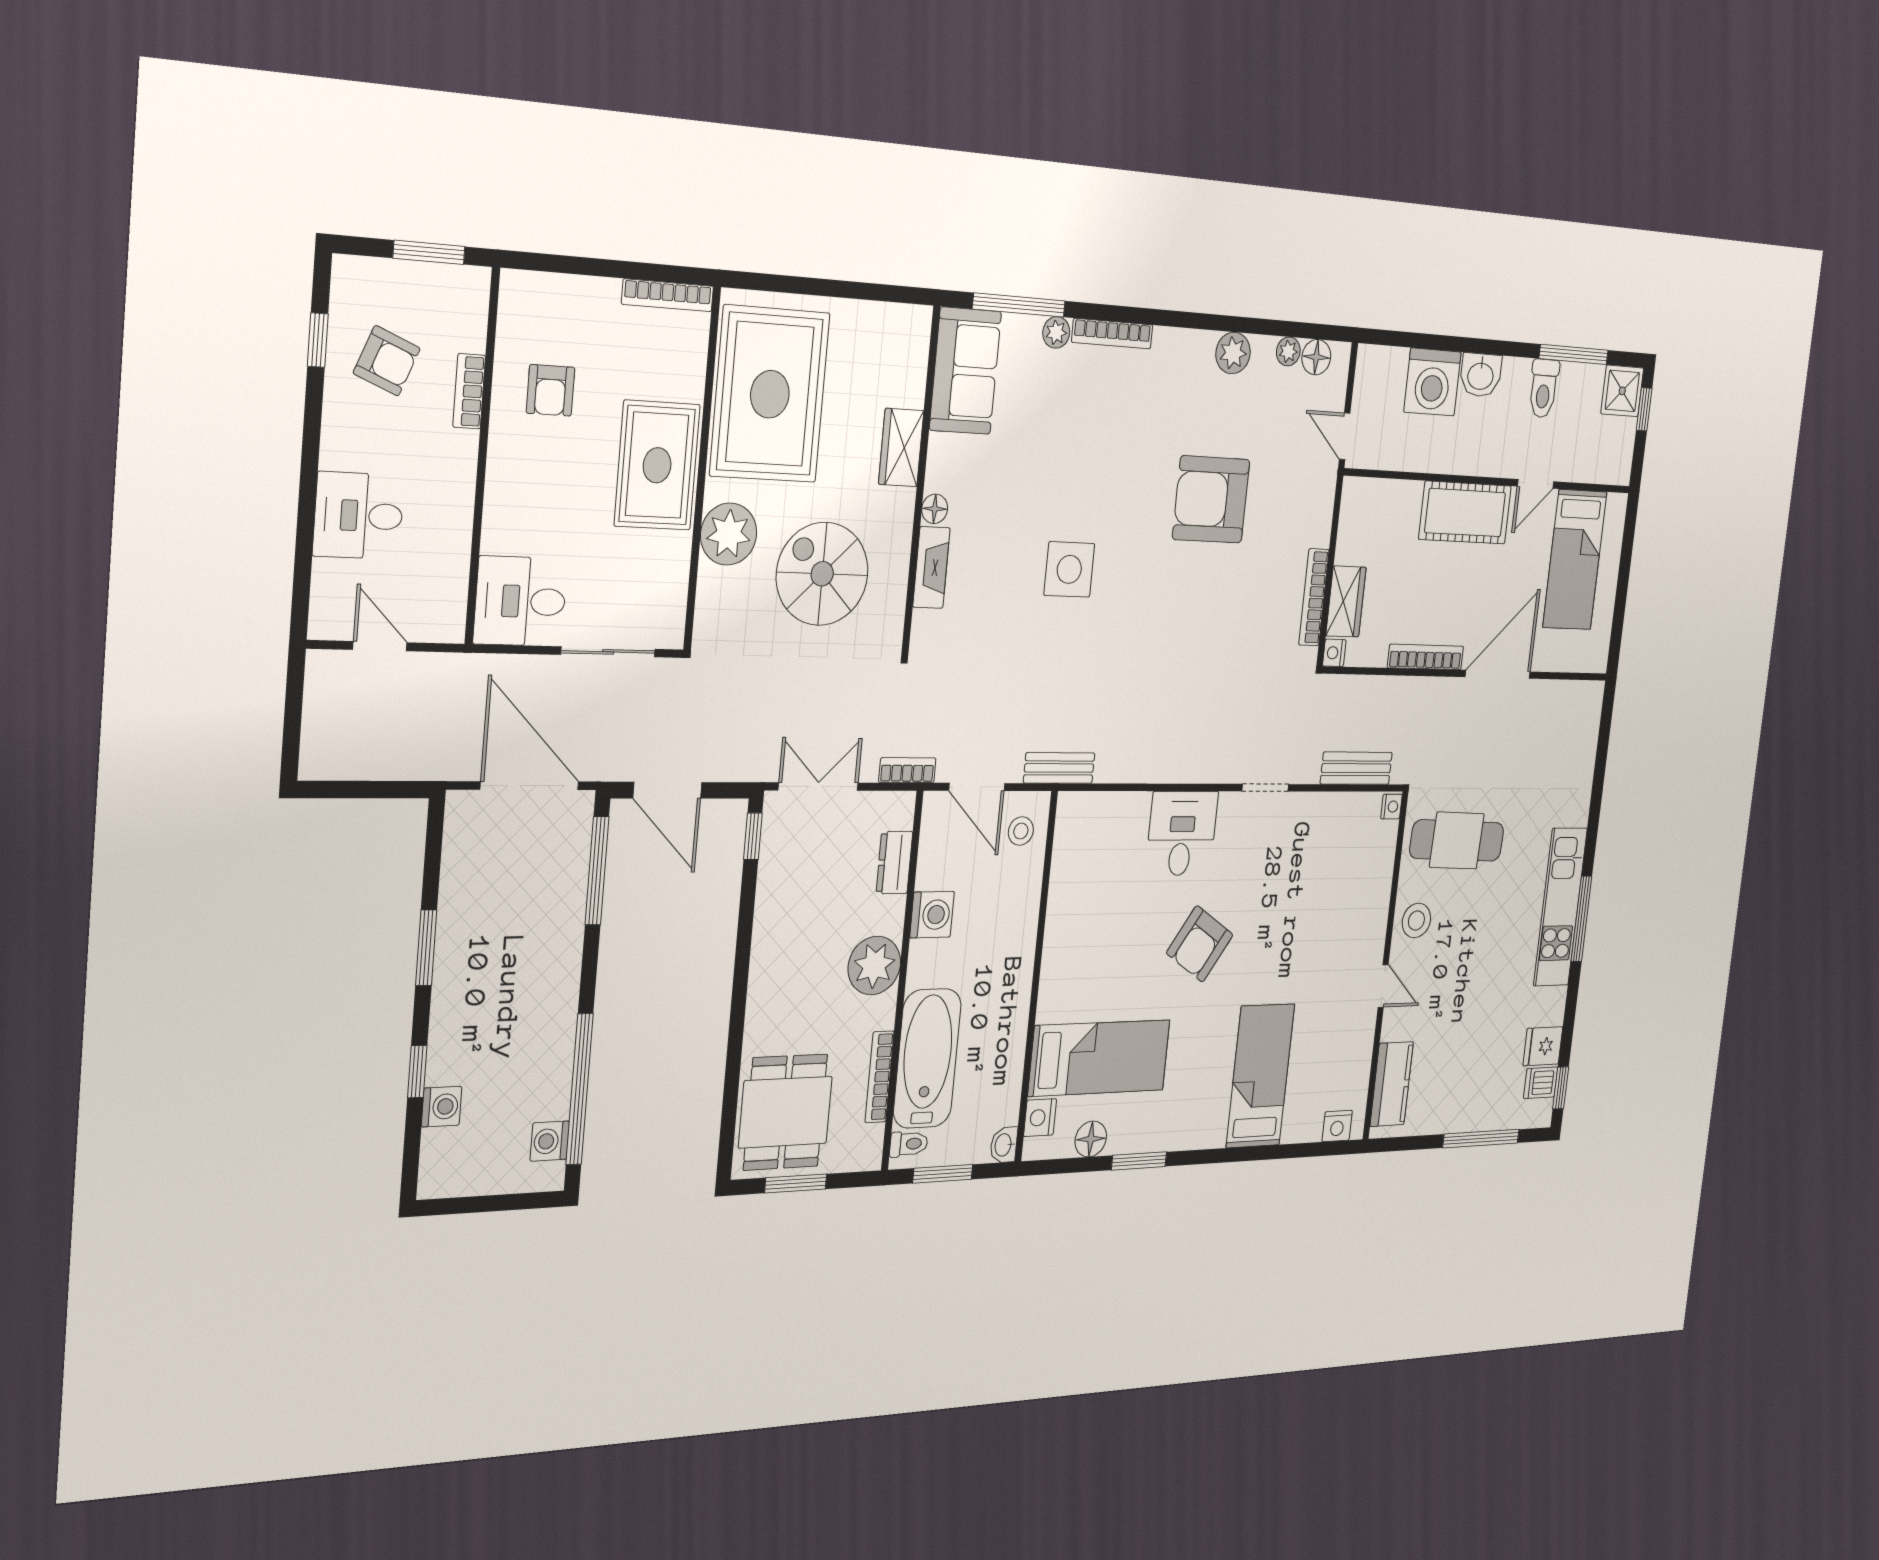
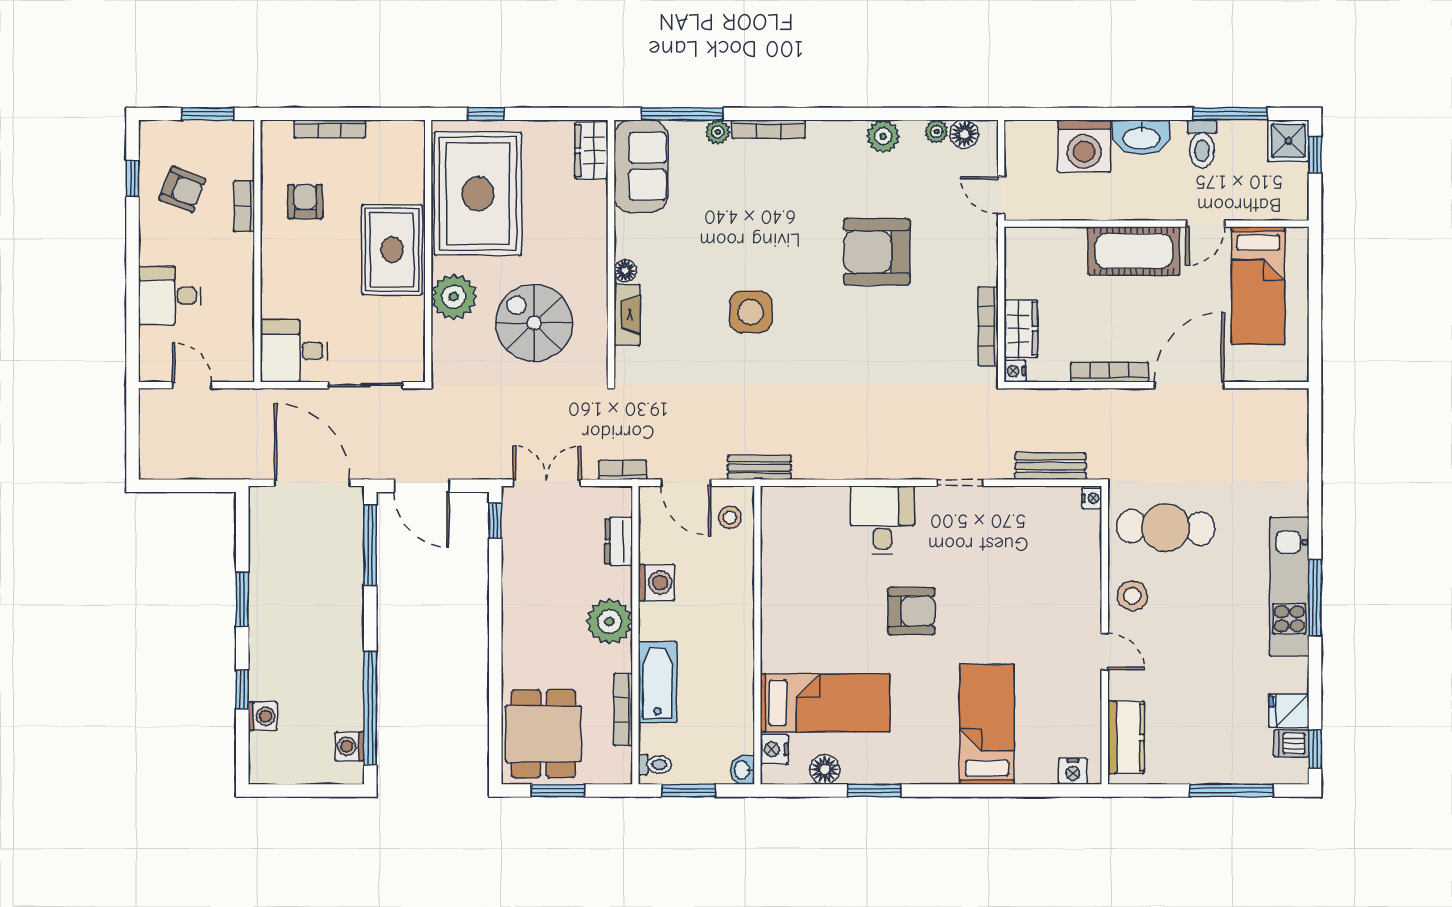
window: (789, 284) -> (486, 114), added
bookcase: (668, 295) -> (330, 129), moved
washbasin: (1481, 375) -> (1141, 137), width x1.38
armchair: (551, 390) -> (305, 202), turned 180
wardrobe: (901, 447) -> (591, 151), moved
armchair: (1200, 944) -> (911, 611), turned -123
bathtub: (927, 1059) -> (657, 682), width x0.73, depth x0.73

